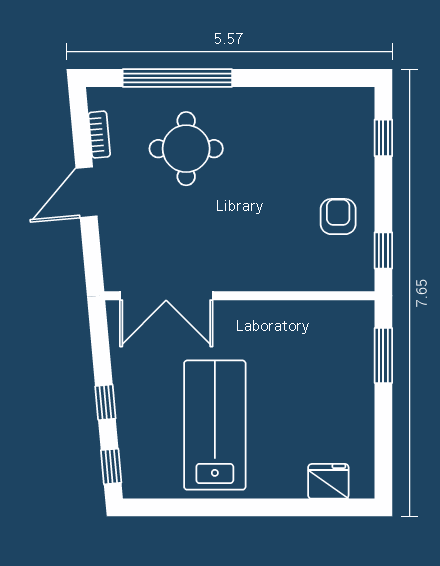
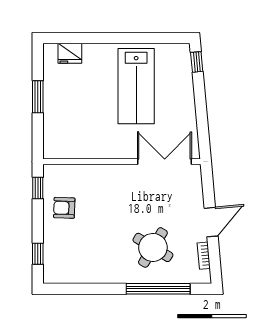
round table: (186, 149) -> (153, 247), turned 31
armchair: (338, 217) -> (64, 208), turned 92
window: (383, 356) -> (38, 97), moved
window: (105, 402) -> (200, 99), removed

